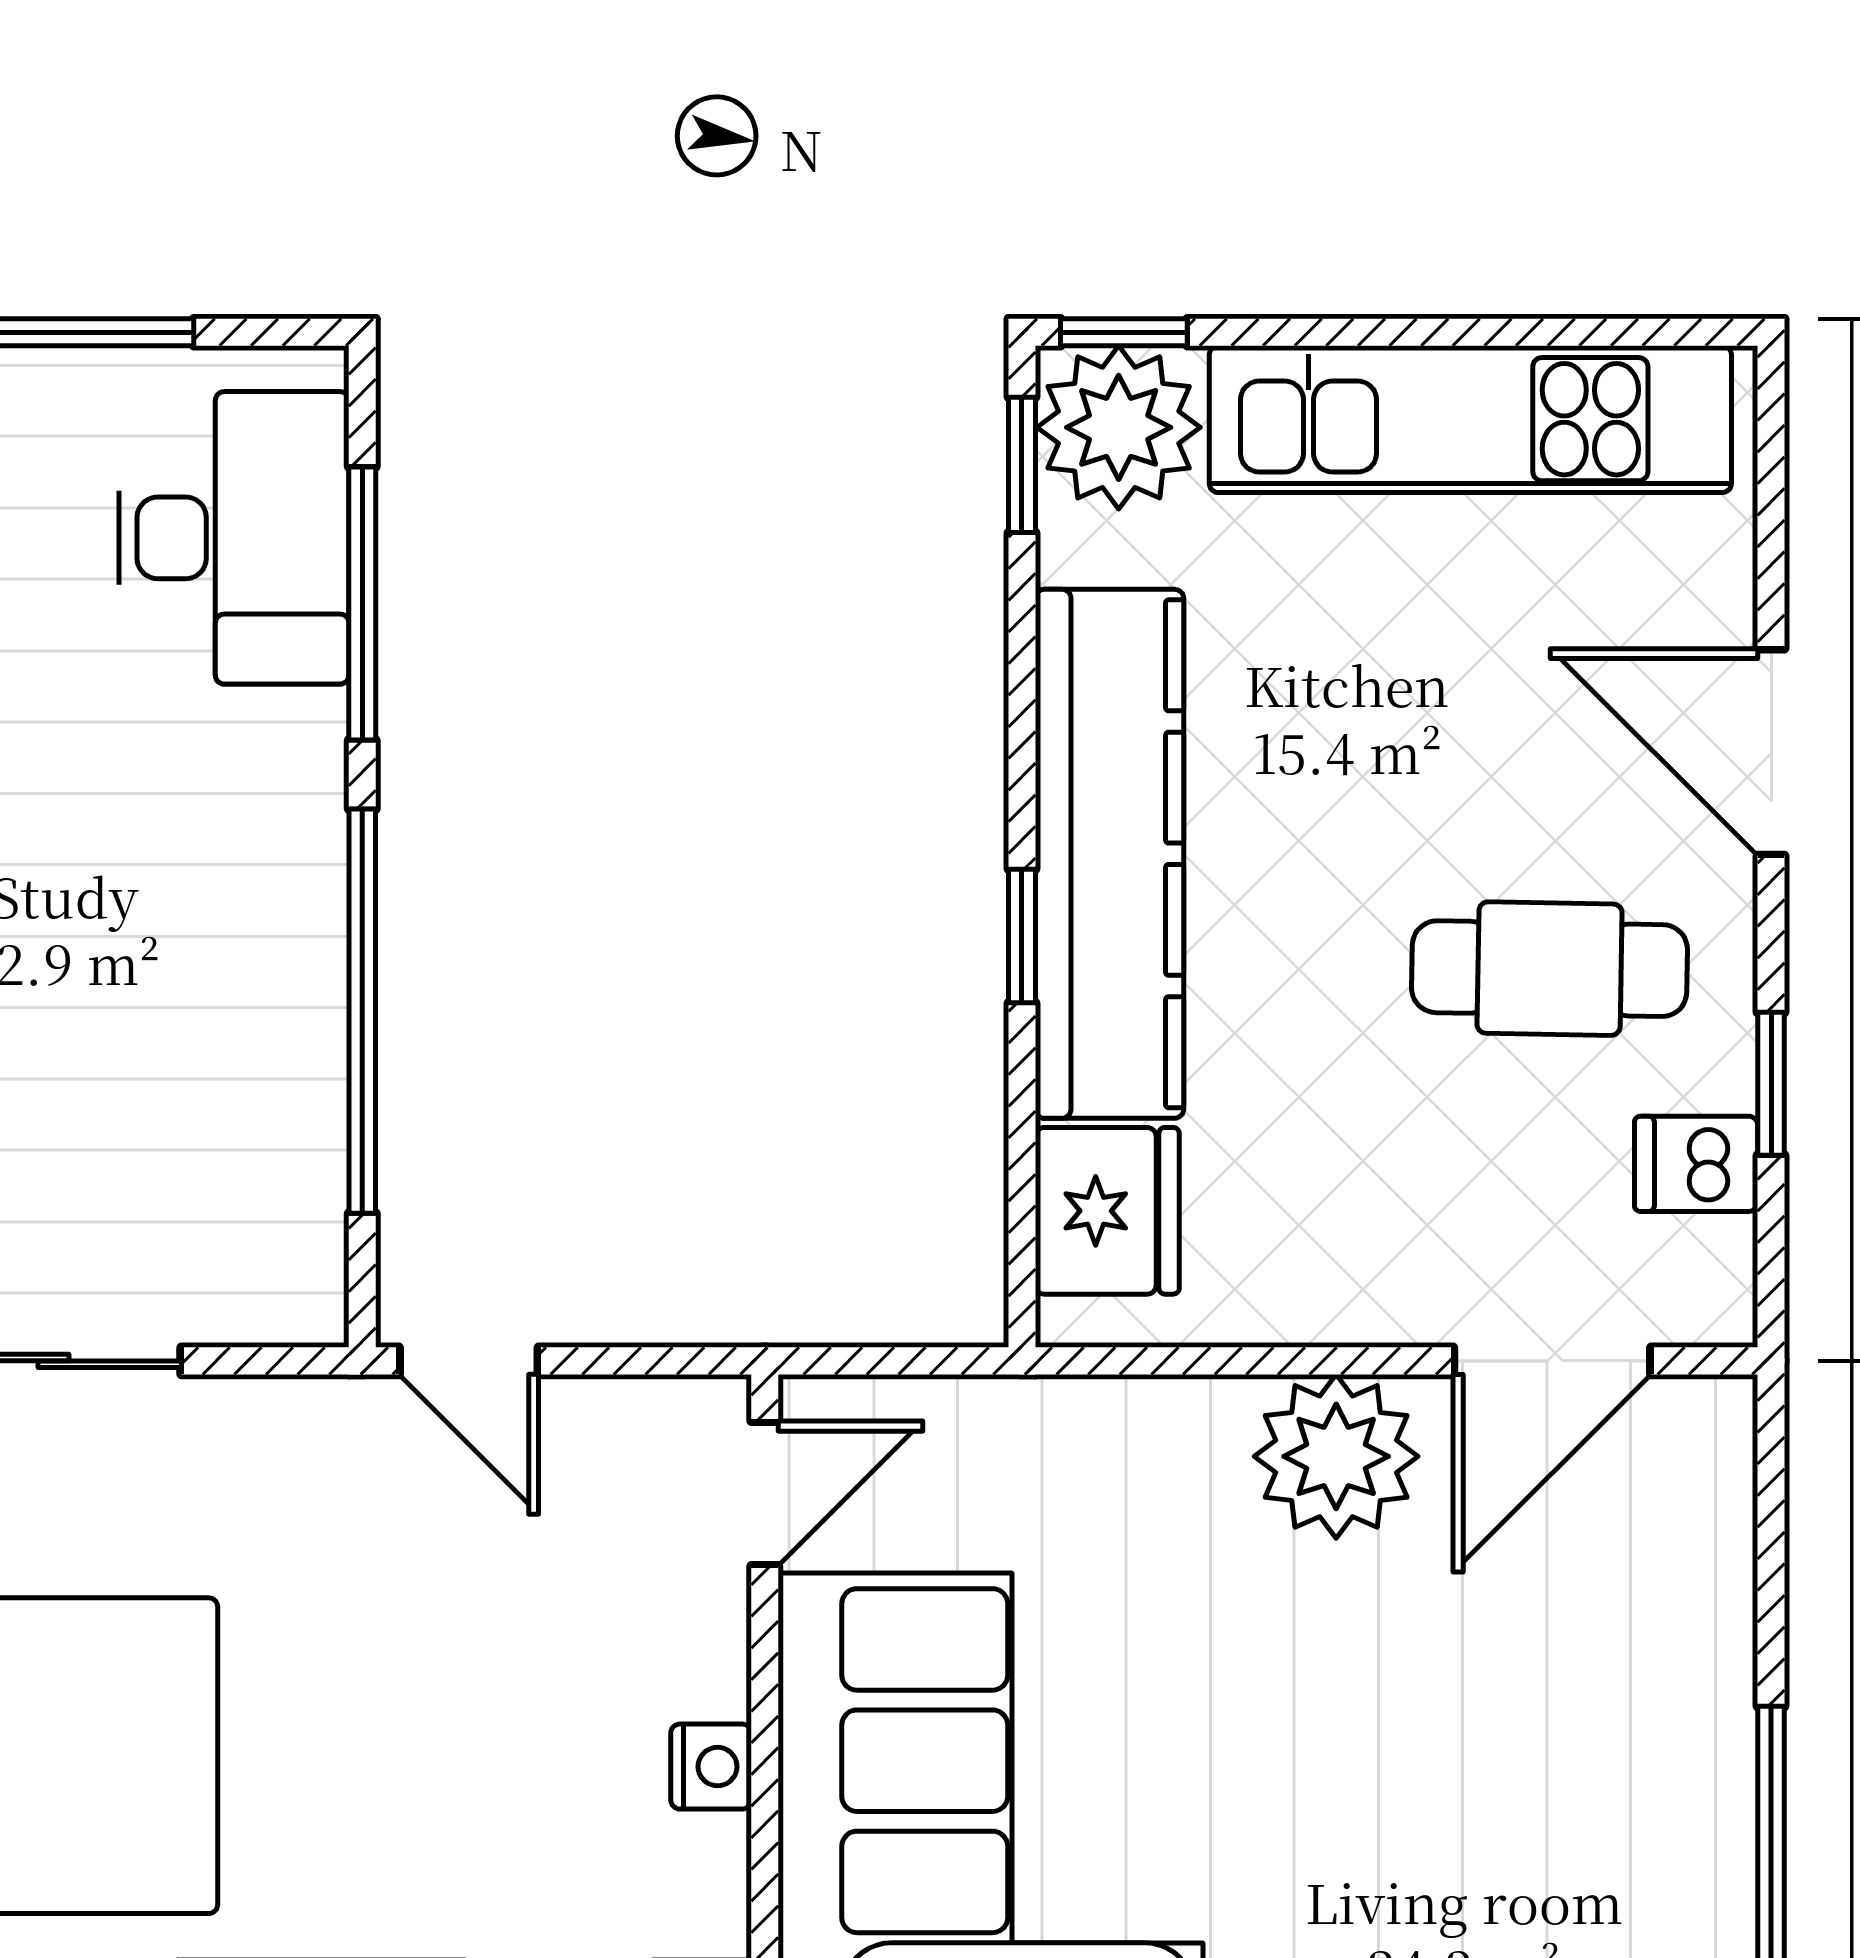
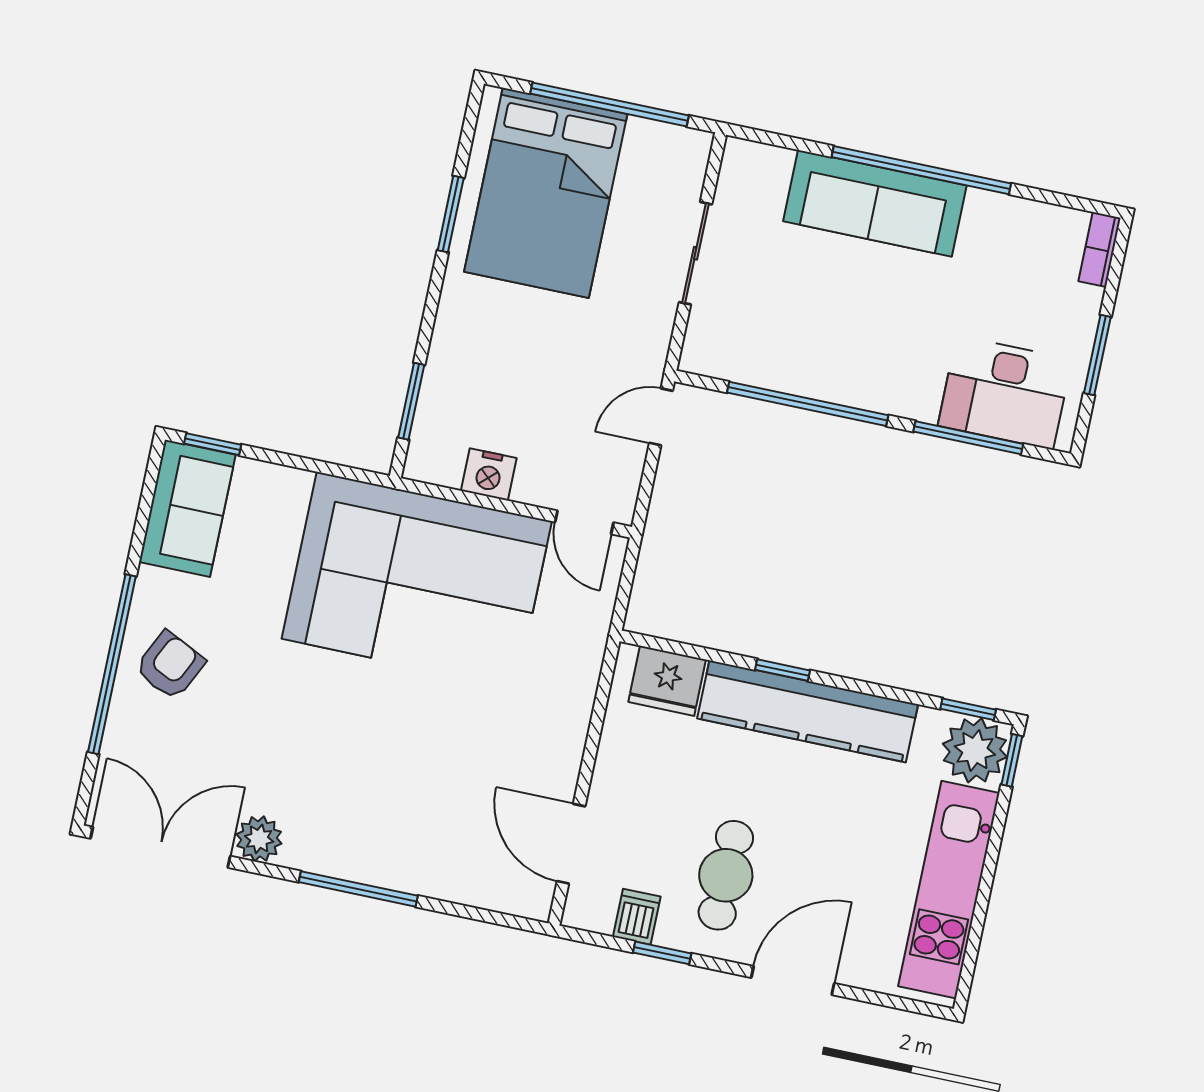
plant: (1336, 1456) -> (551, 751), removed
nightstand: (711, 1767) -> (489, 474), width x1.39, depth x1.35

